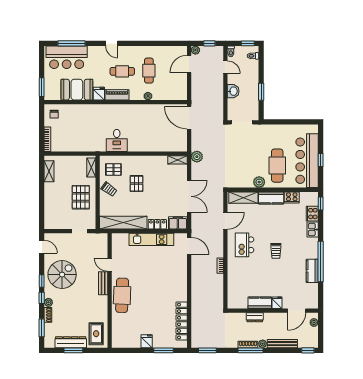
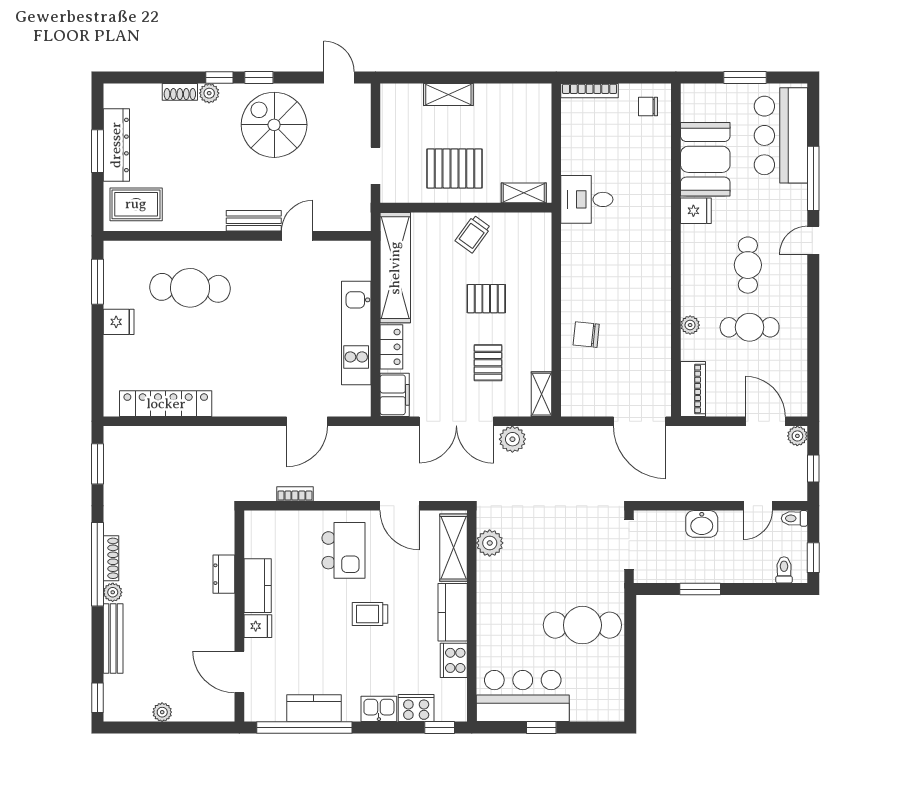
window: (72, 43) -> (813, 178), moved
window: (42, 87) -> (745, 77), moved
piano: (117, 95) -> (693, 389), moved
door: (189, 118) -> (640, 421), swing flipped
desk: (117, 140) -> (587, 199), moved
chair: (152, 141) -> (586, 335), added
plant: (197, 157) -> (512, 439), moved
bar counter: (307, 161) -> (523, 696), width x0.73
cafe table: (277, 166) -> (582, 625), moved
pallet: (113, 169) -> (488, 363), moved
shelving: (49, 171) -> (448, 94), moved
plant: (259, 182) -> (490, 543), moved
kitchen island: (245, 245) -> (343, 550), turned 90
door: (189, 246) -> (307, 421), moved
door: (42, 247) -> (339, 77), swing flipped
trolley: (276, 251) -> (370, 614), moved
kitchen counter: (312, 271) -> (314, 708), moved
spiral stairs: (62, 275) -> (274, 125), turned 180
cafe table: (122, 295) -> (190, 288), moved
kitchen counter: (260, 303) -> (258, 586), moved
fridge: (277, 303) -> (258, 626), moved
wall: (273, 311) -> (239, 616), moved
door: (297, 311) -> (239, 672), moved
dresser: (255, 317) -> (224, 574), moved
window: (42, 328) -> (149, 77), removed
window: (164, 350) -> (97, 282), moved
window: (251, 350) -> (97, 564), width x1.46

